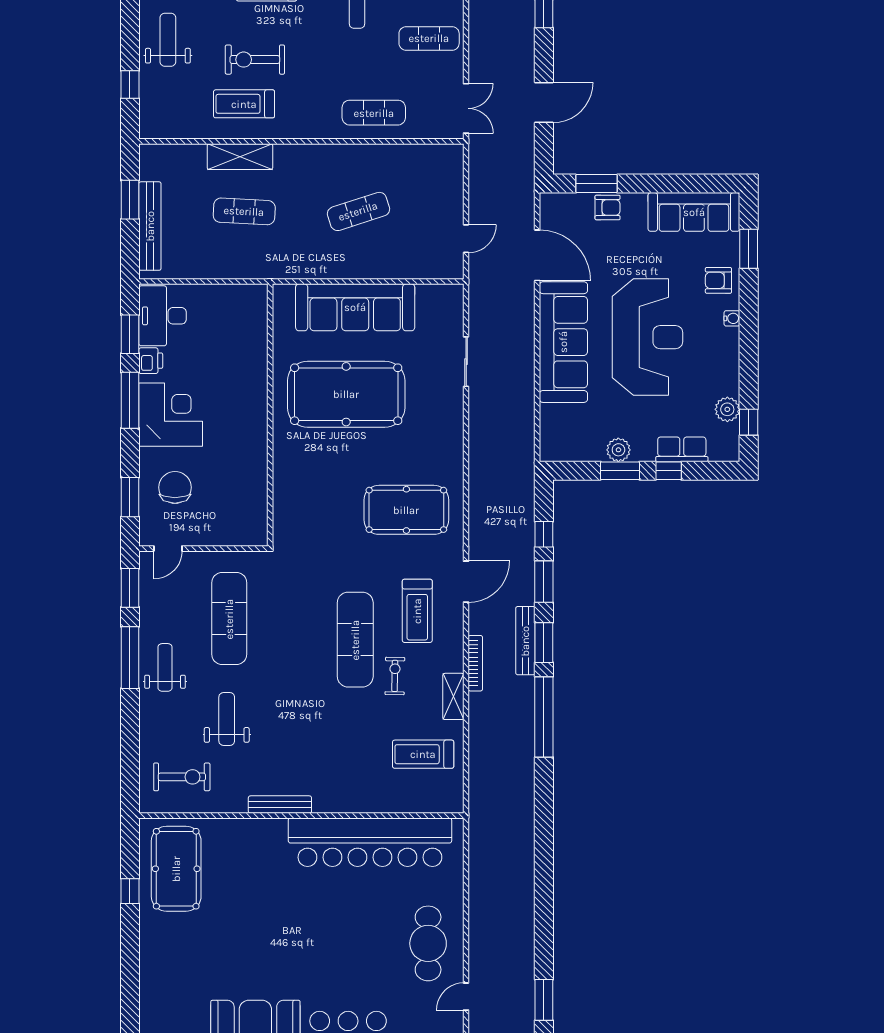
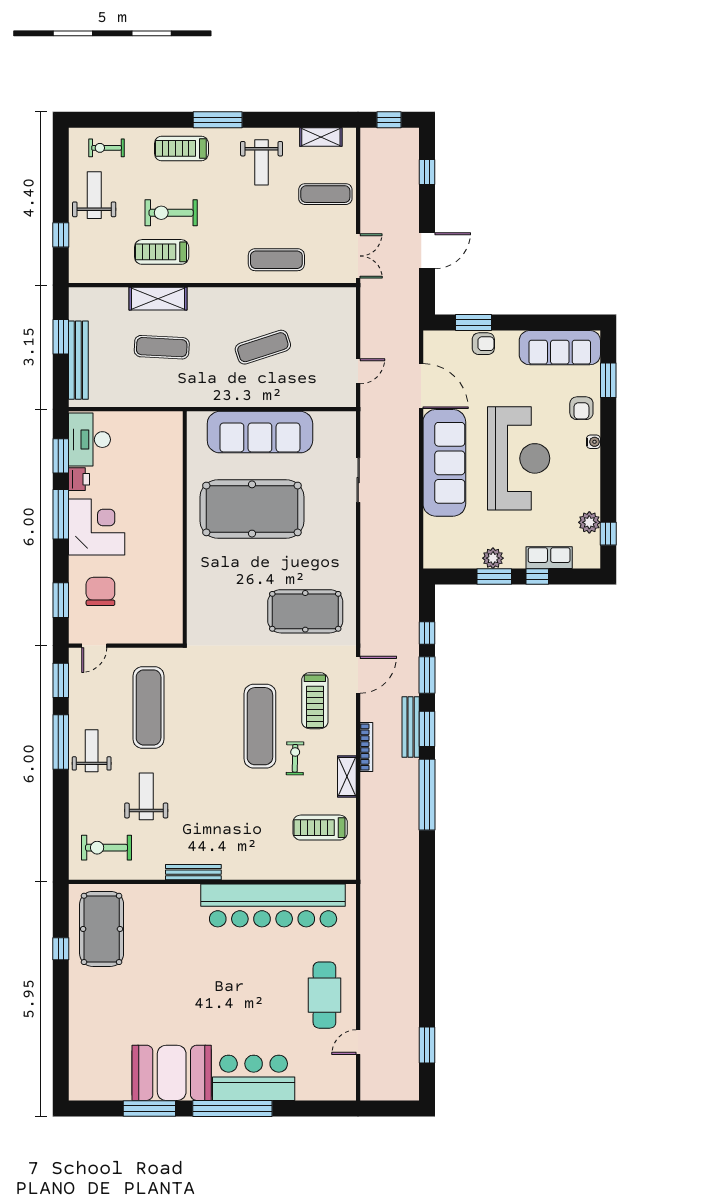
armchair: (718, 280) -> (581, 408), turned -90
exercise bike: (182, 777) -> (107, 848), turned 180

